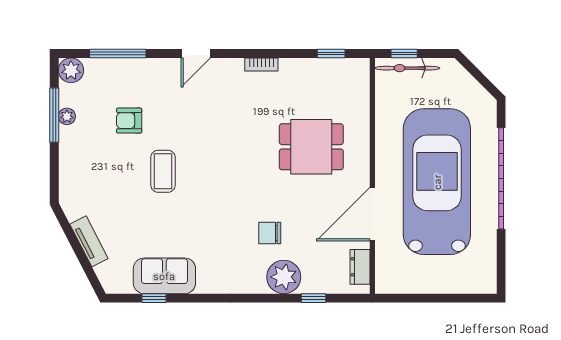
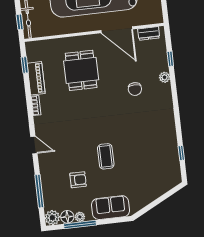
piano: (307, 70) -> (36, 78), added
floor lamp: (69, 95) -> (67, 217), added
armchair: (129, 121) -> (78, 180), turned -90
coffee table: (163, 171) -> (106, 156), turned 90
tv unit: (89, 241) -> (152, 195), removed
sofa: (164, 276) -> (111, 208), moved, turned 90
plant: (284, 277) -> (165, 77), width x0.53, depth x0.53

